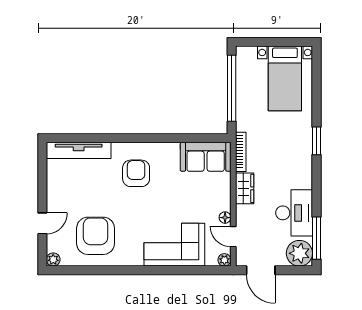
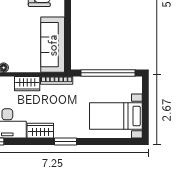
sofa: (206, 157) -> (53, 45), width x1.36
wardrobe: (303, 172) -> (40, 131), added

